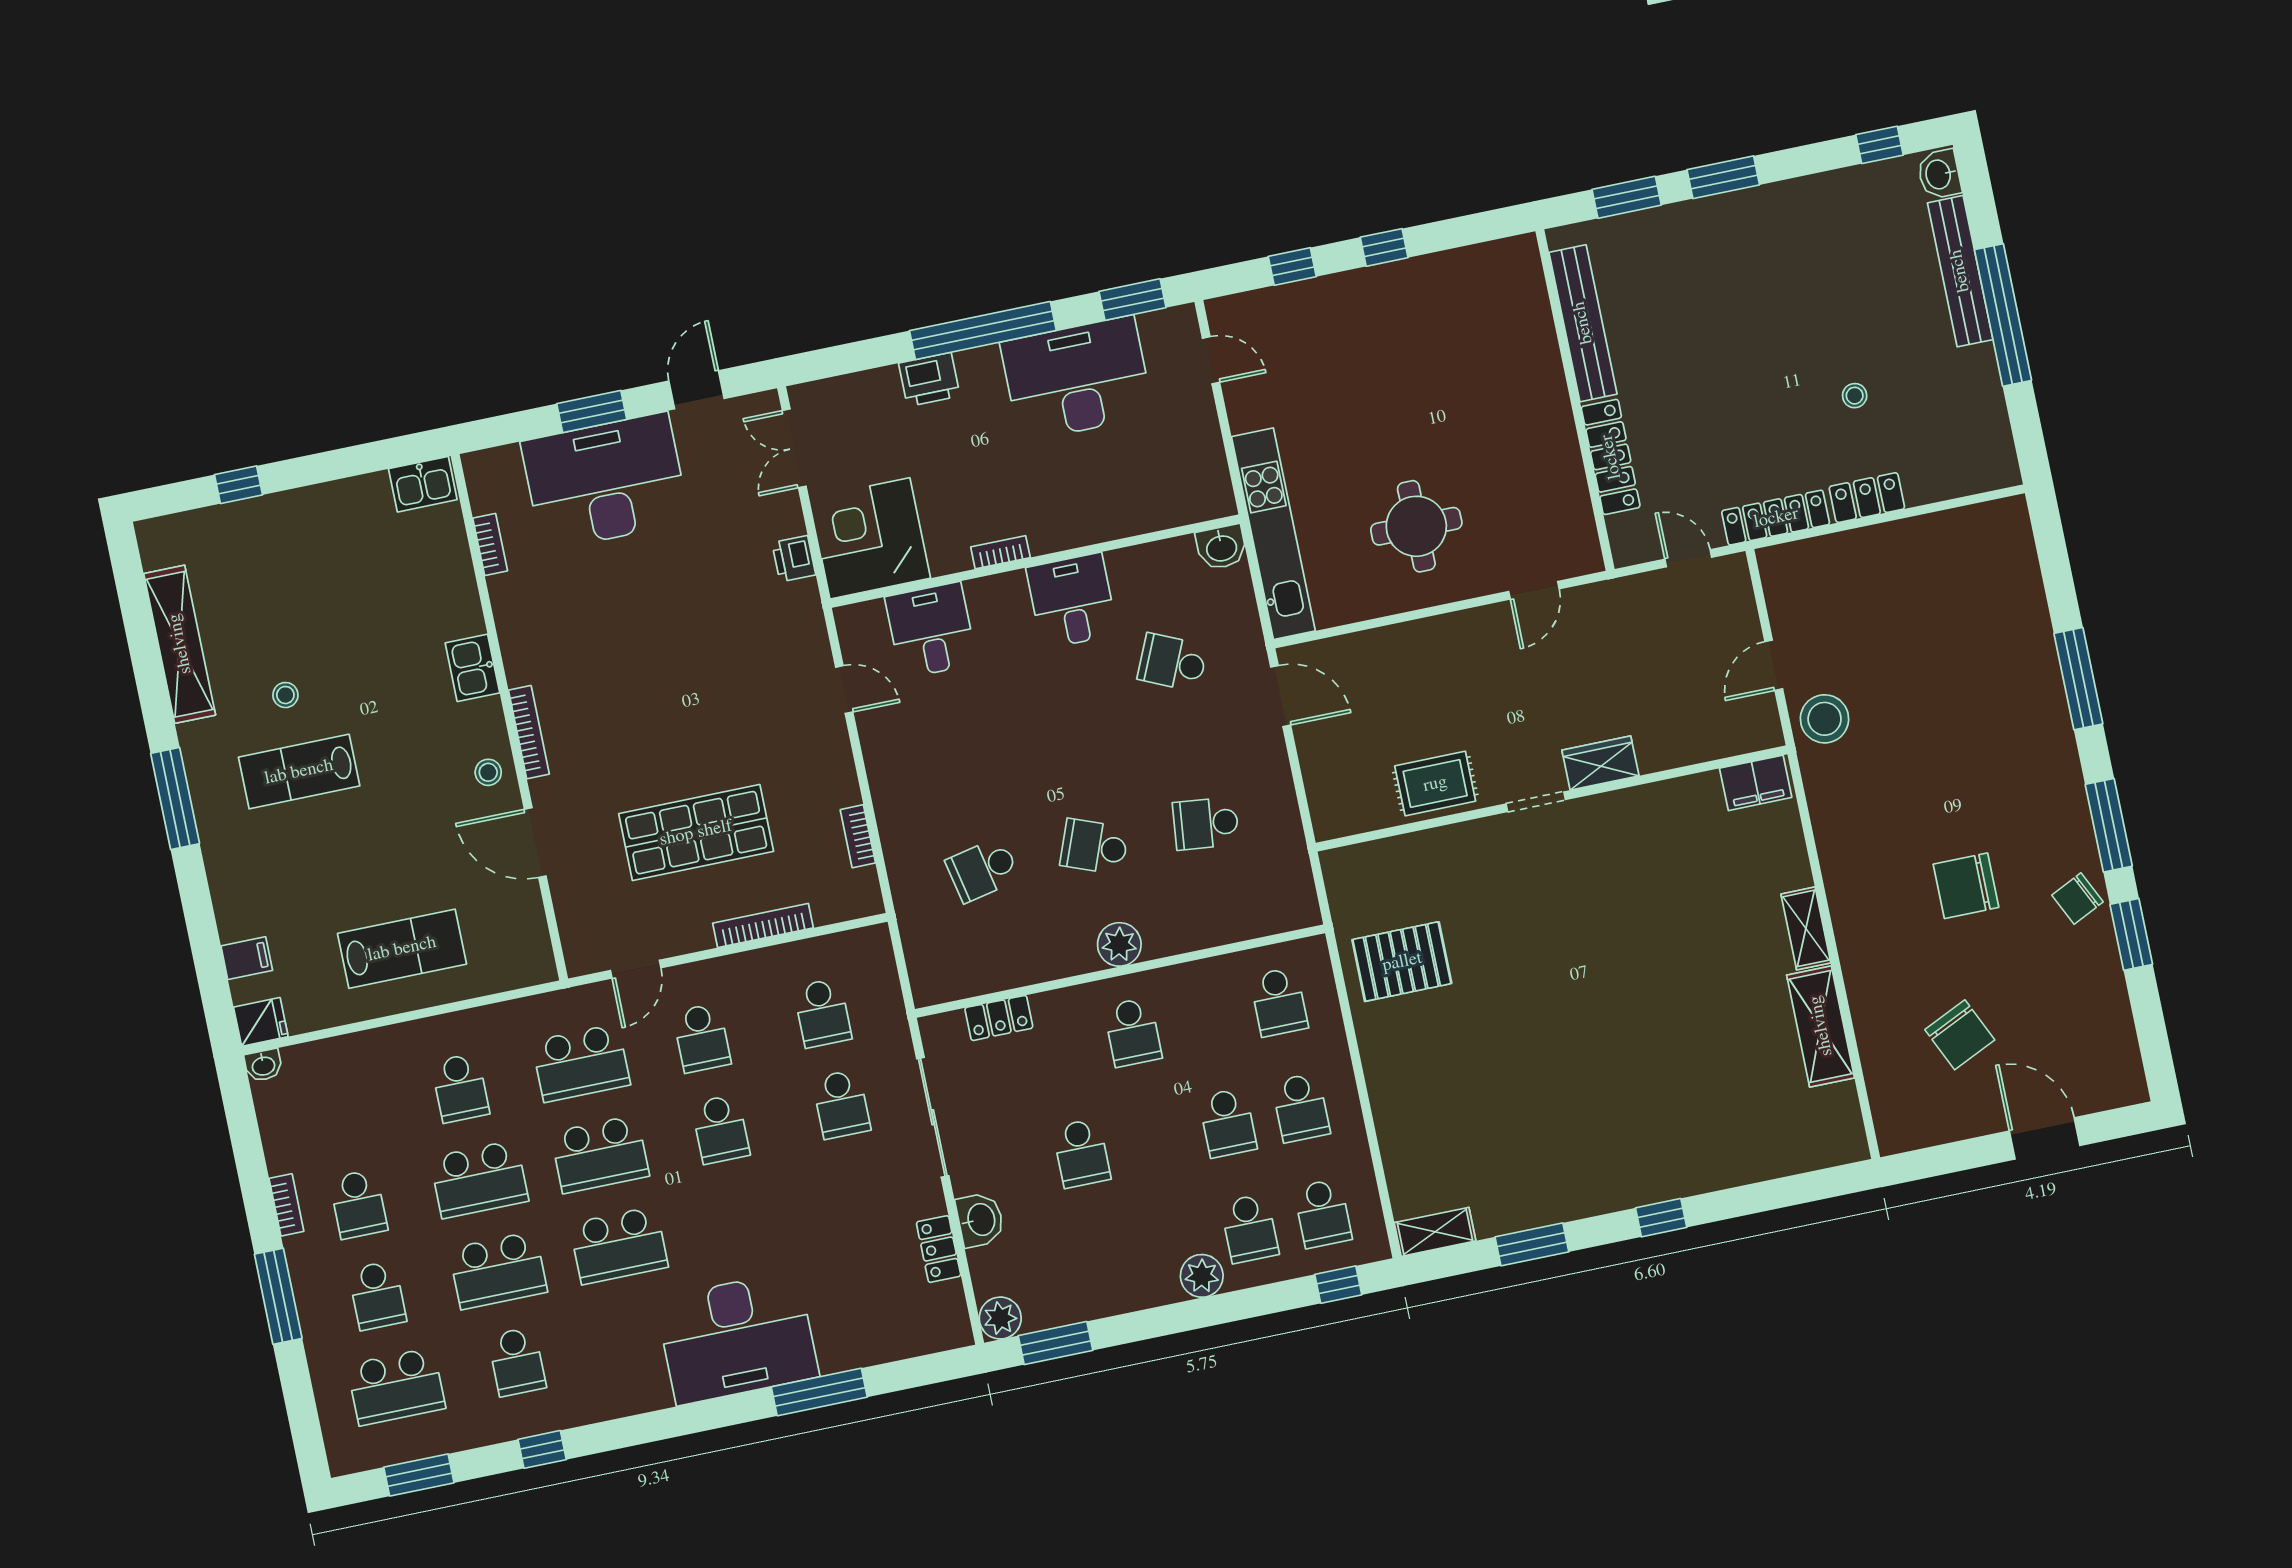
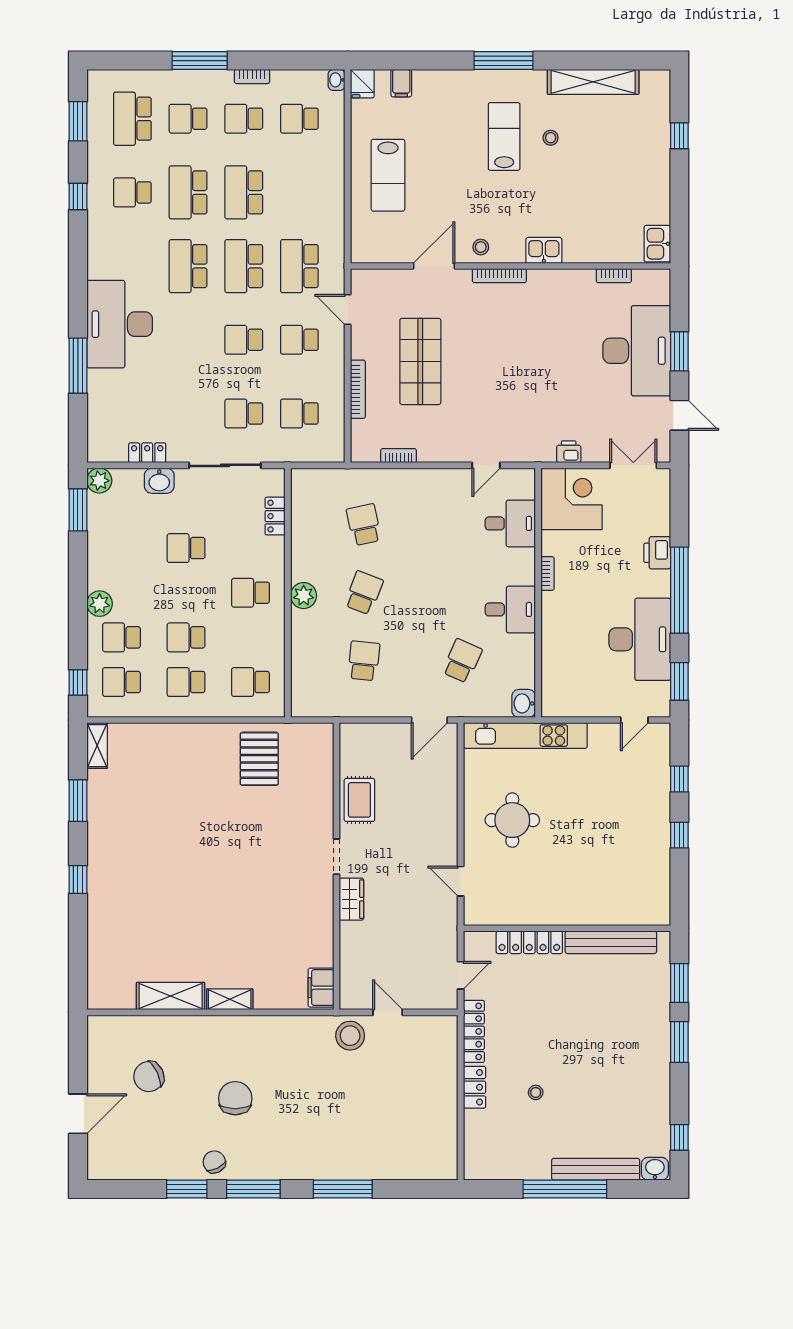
school desk: (460, 1088) -> (299, 119), moved

